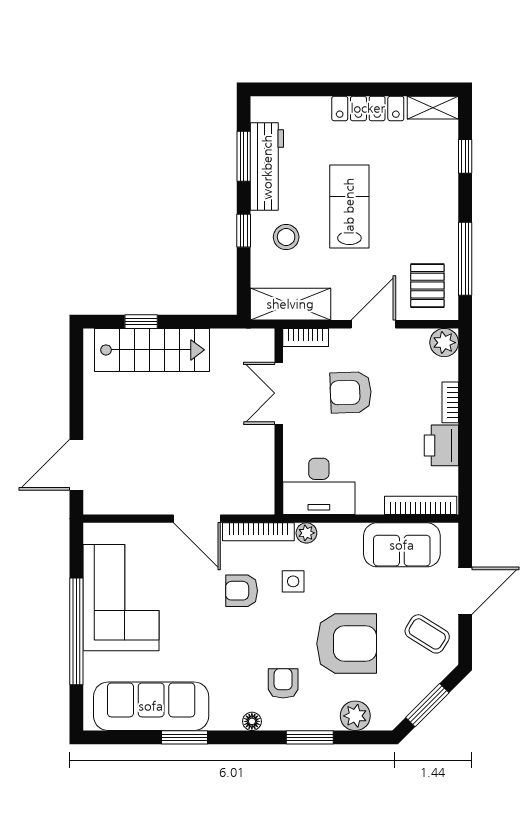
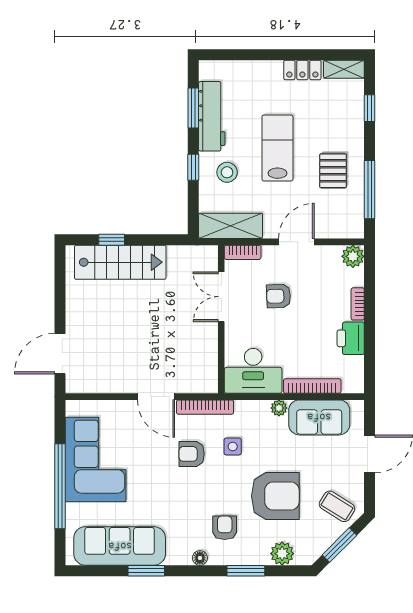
locker: (368, 108) -> (302, 70), width x0.66
pallet: (427, 286) -> (333, 171), moved
armchair: (351, 392) -> (279, 296), width x0.72, depth x0.72
bookcase: (421, 505) -> (312, 386), moved
plant: (306, 533) -> (279, 408), moved
coffee table: (427, 634) -> (337, 506), moved

